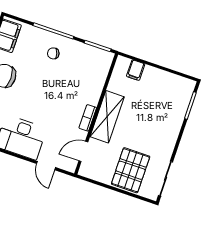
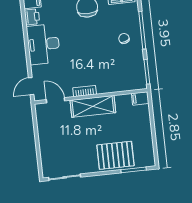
filing cabinet: (136, 70) -> (140, 98), moved
door: (46, 166) -> (31, 86), moved
pallet: (131, 170) -> (115, 155), moved

